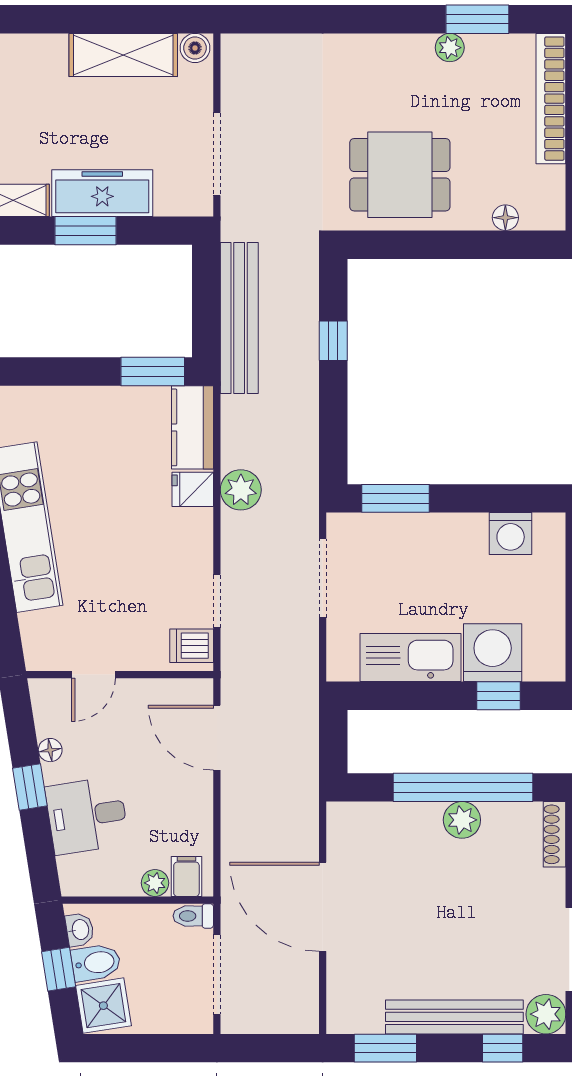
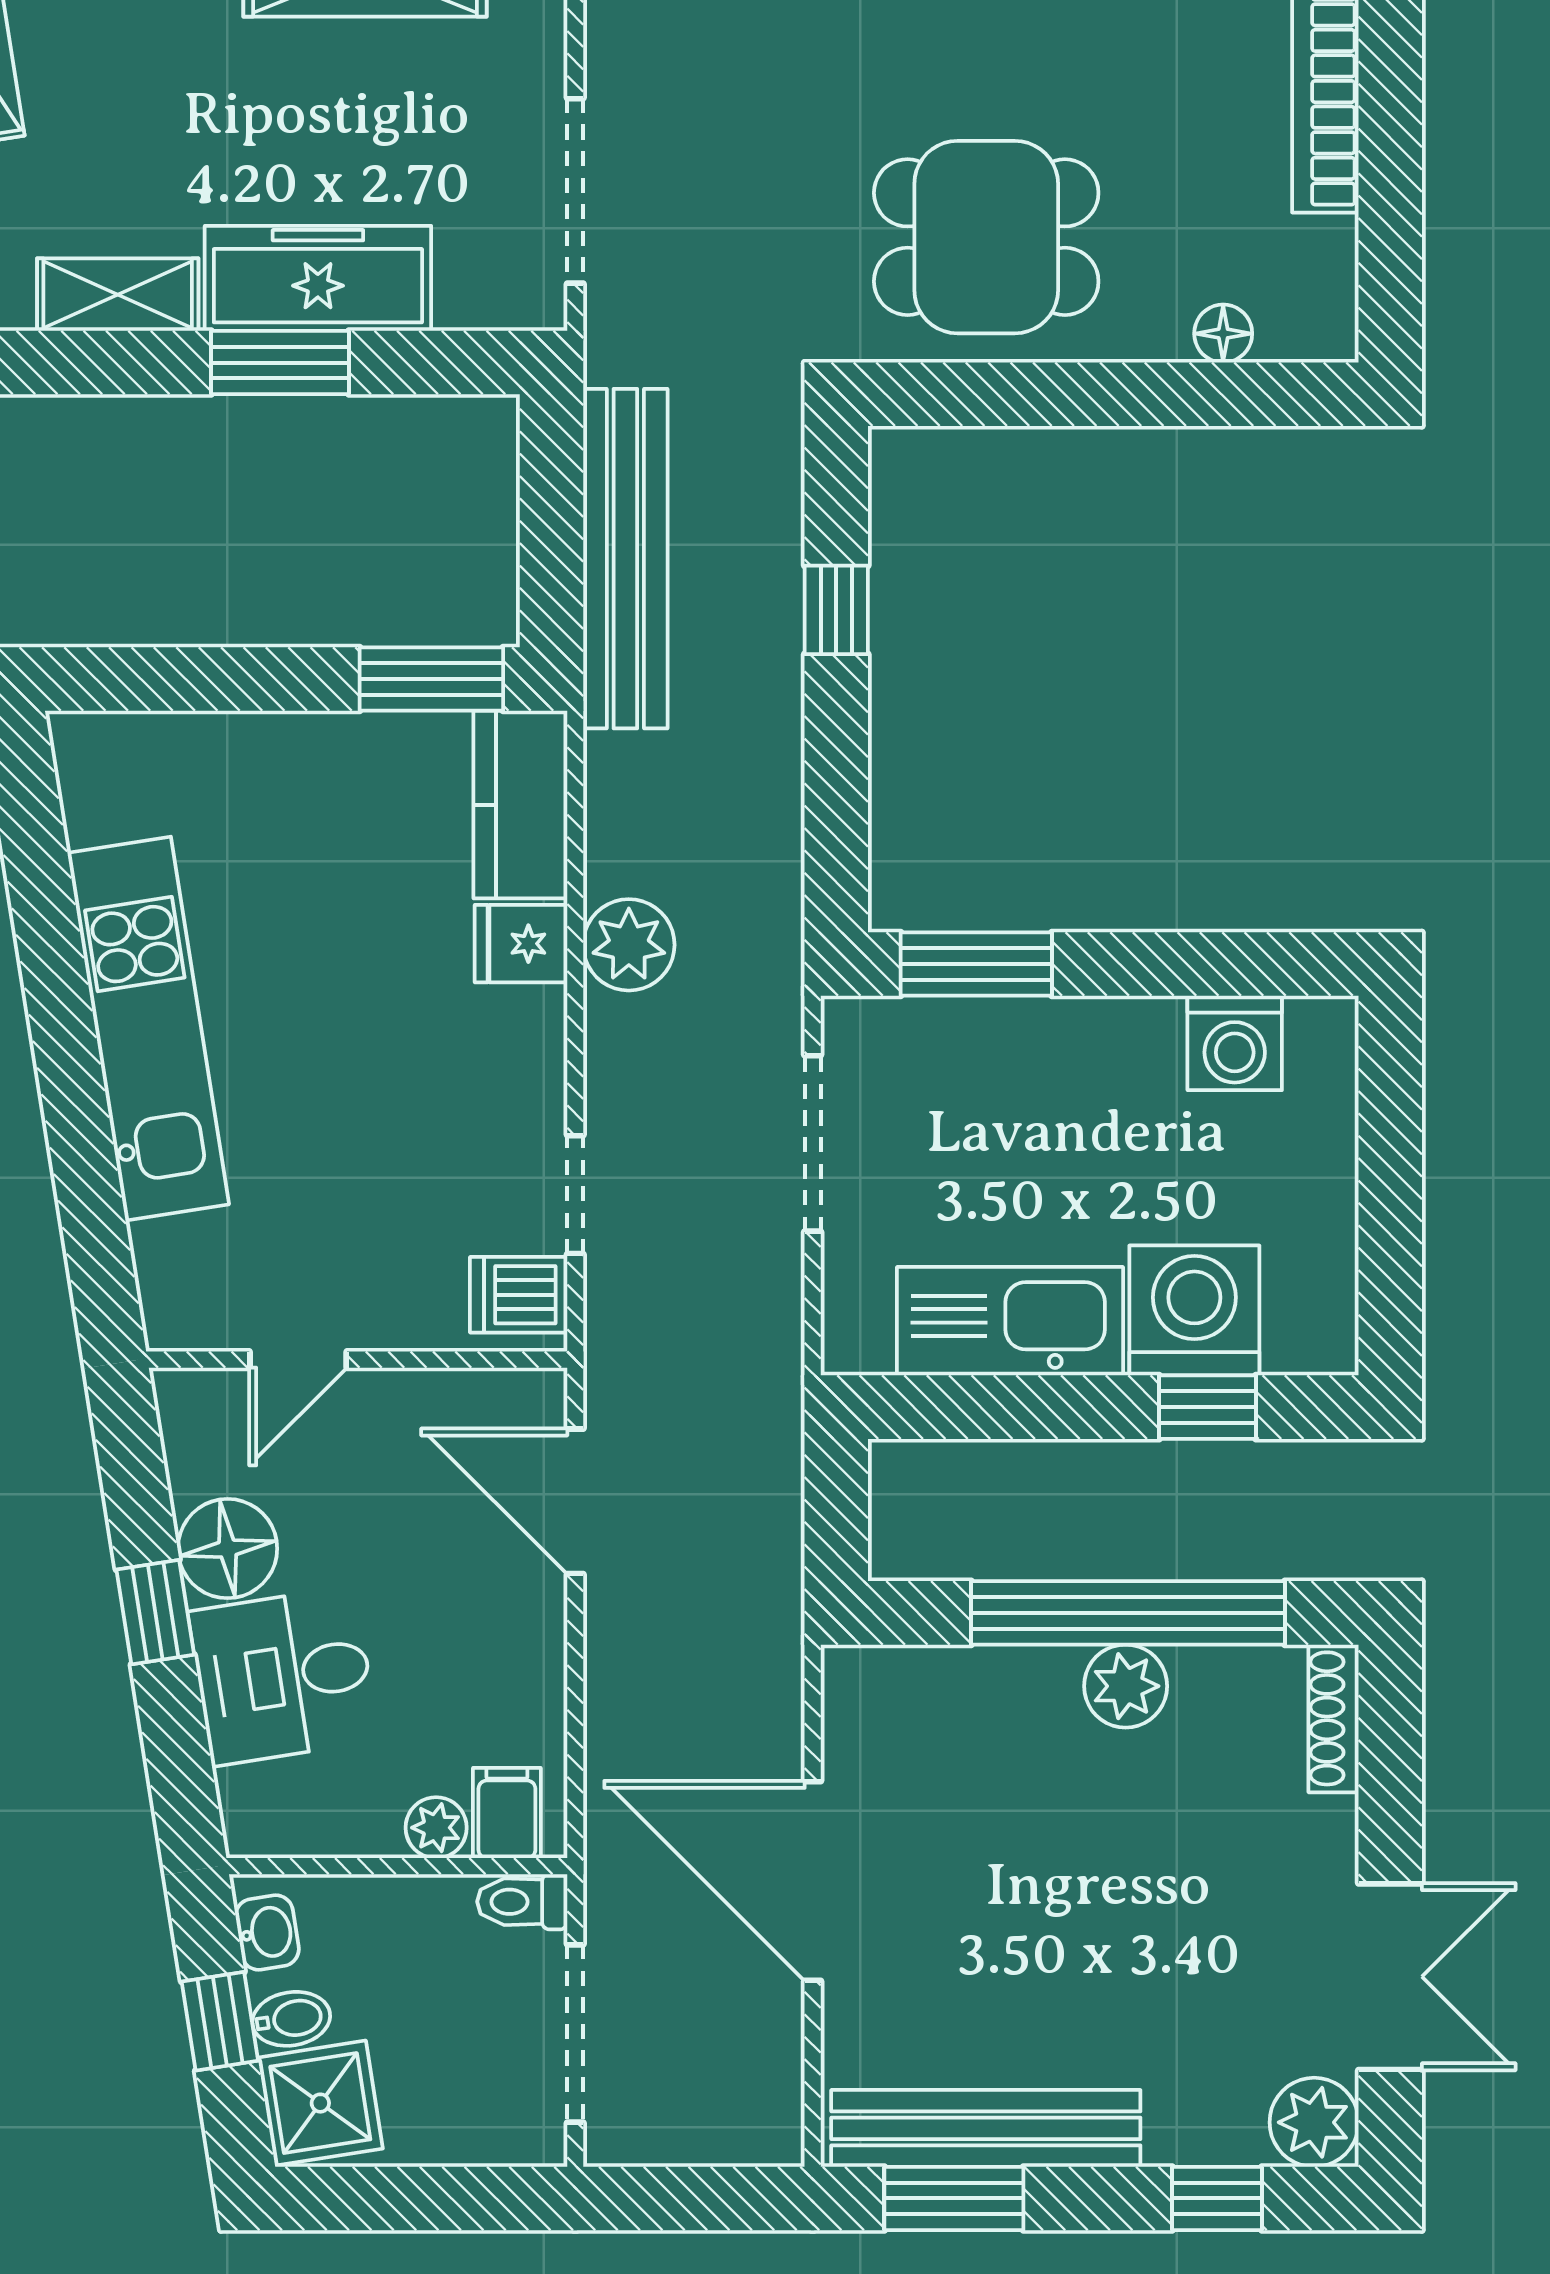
floor lamp: (50, 750) -> (228, 1549), width x1.89, depth x1.89
bidet: (96, 963) -> (291, 2019), width x0.72, depth x0.74
bench: (454, 1017) -> (986, 2128), moved

